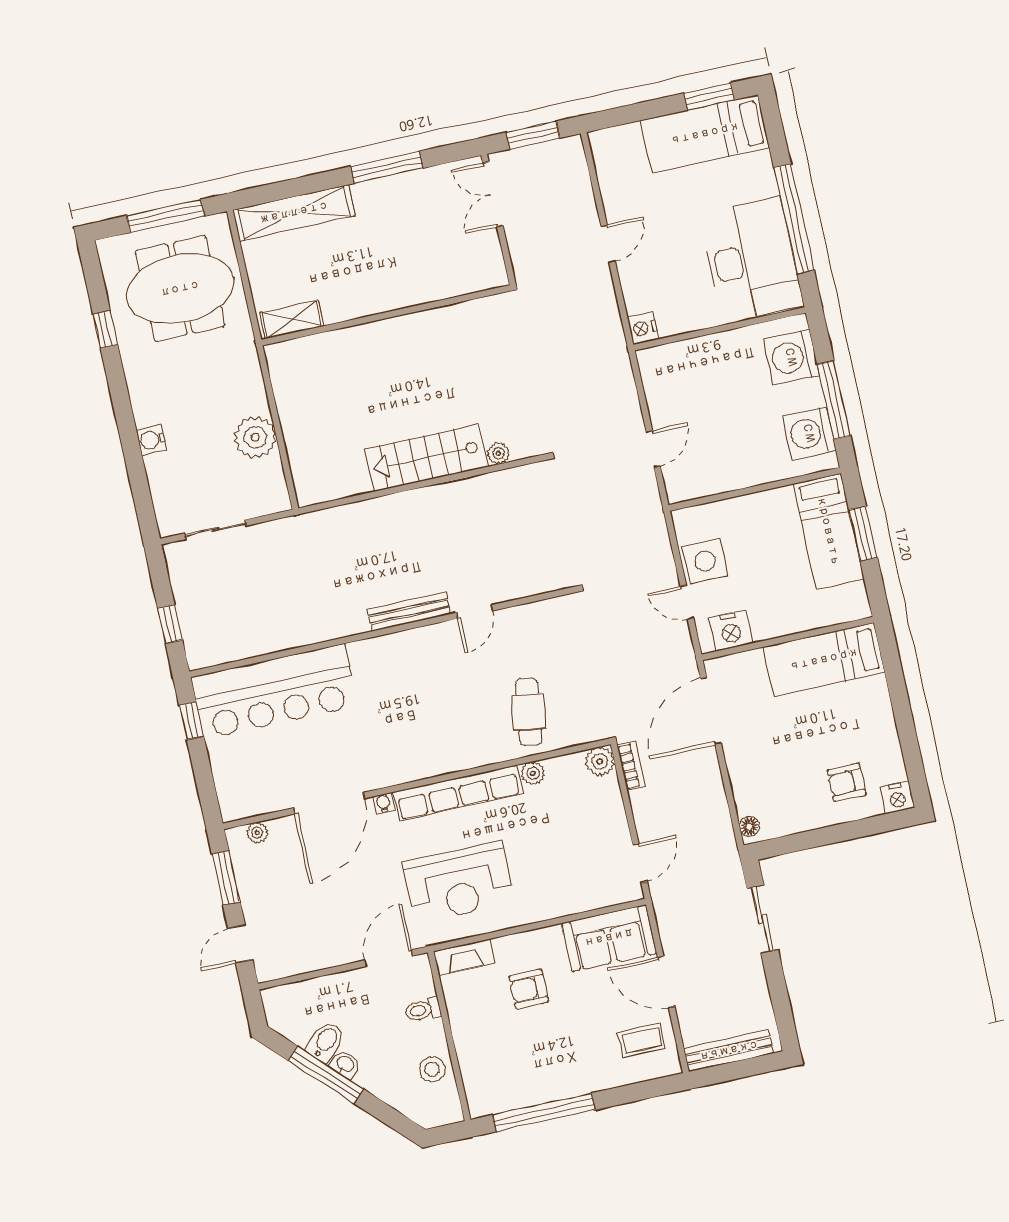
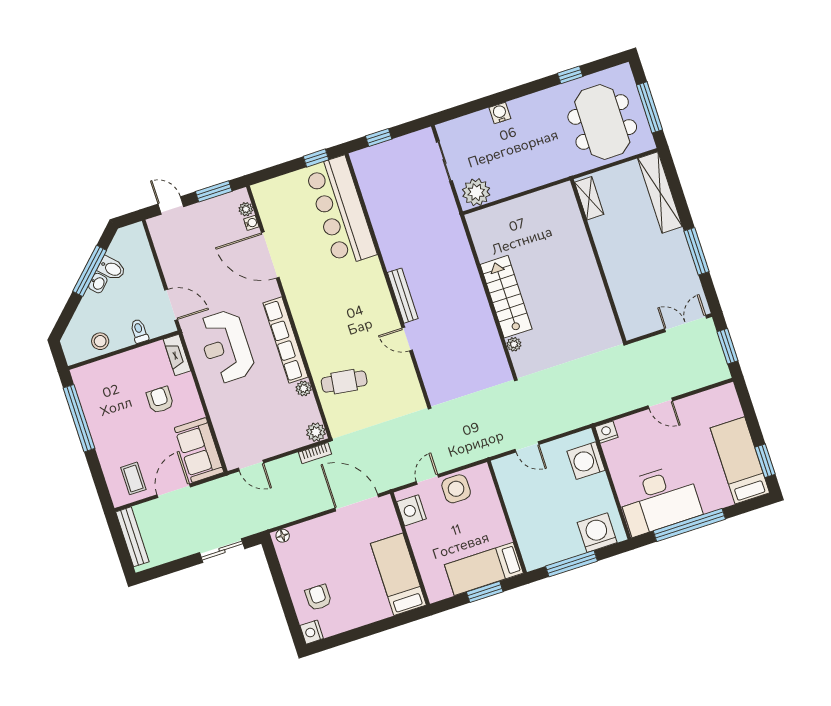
washing machine: (809, 433) -> (586, 461), moved, turned -90
plant: (255, 437) -> (476, 192), moved
water cooler: (384, 803) -> (251, 223), moved

